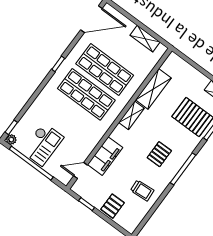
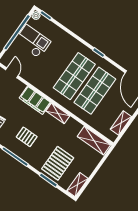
shelving: (153, 89) -> (94, 141), moved
checkout: (43, 144) -> (33, 41), turned 180
filing cabinet: (105, 156) -> (35, 100), moved

